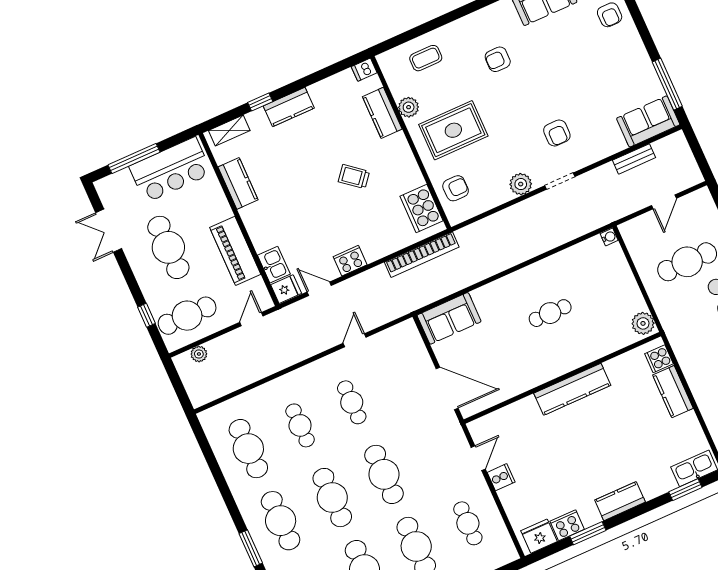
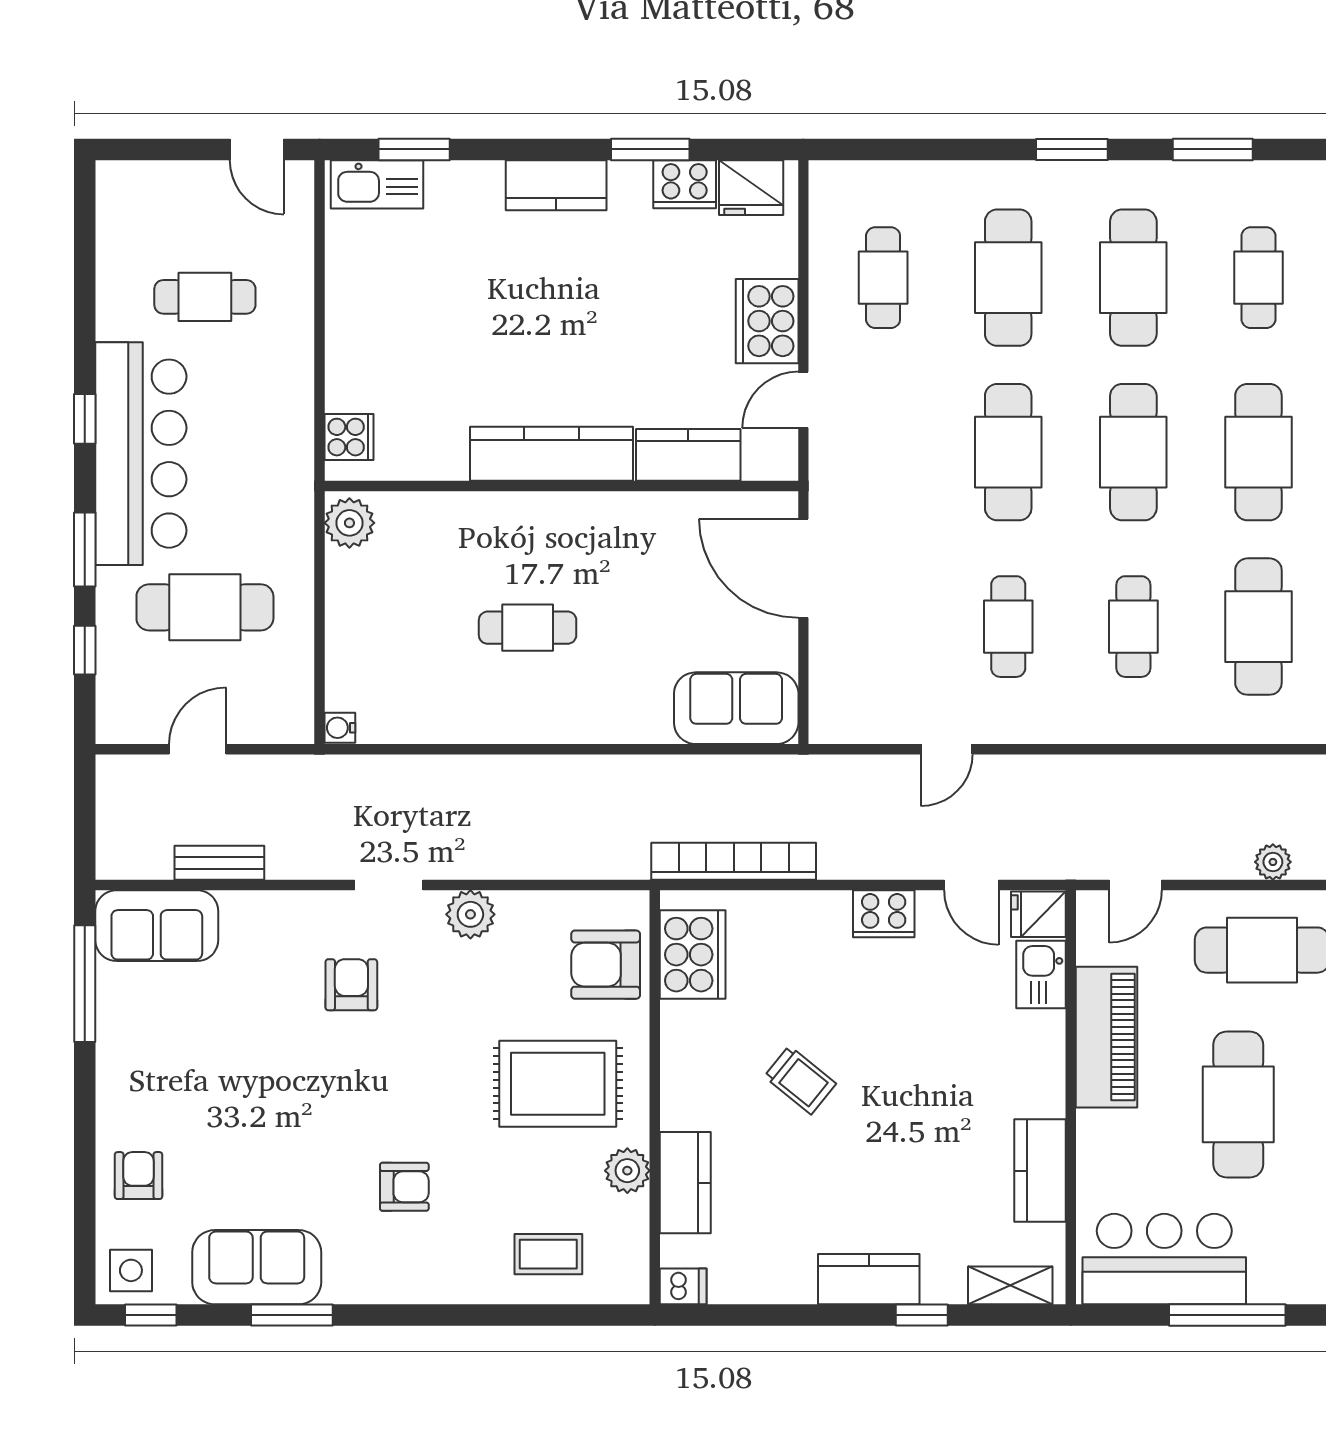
armchair: (456, 188) -> (606, 965), width x1.38, depth x1.38
kitchen counter: (673, 392) -> (688, 455), moved, turned -90
cooker: (501, 477) -> (767, 321), width x1.87, depth x1.31

